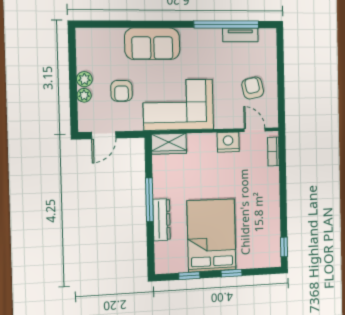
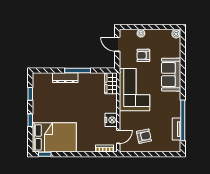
plant: (84, 79) -> (176, 34), moved
bed: (211, 235) -> (54, 137), moved

